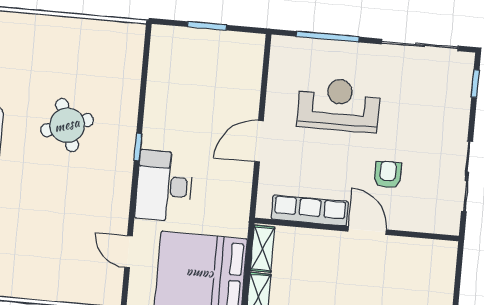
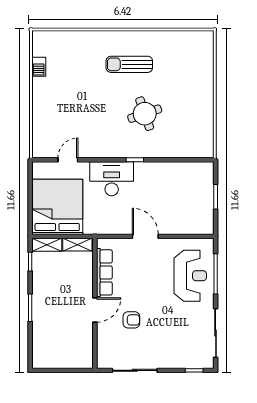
reception desk: (339, 105) -> (190, 276), moved

